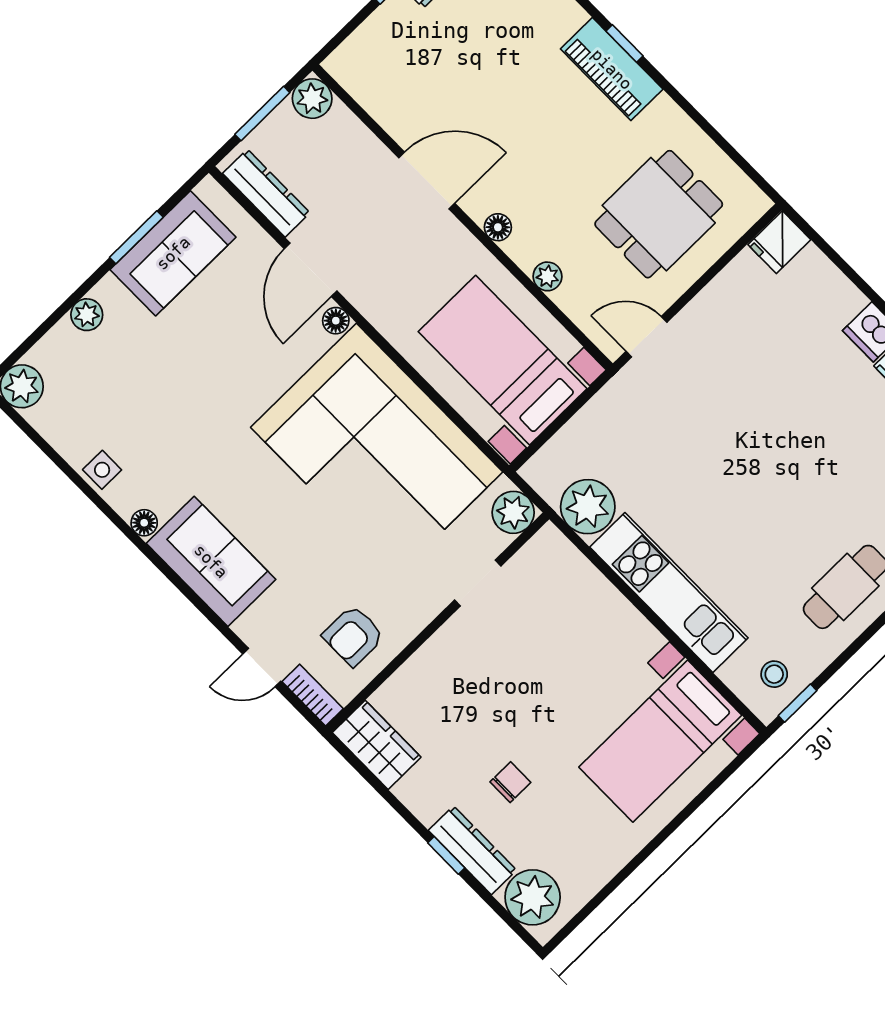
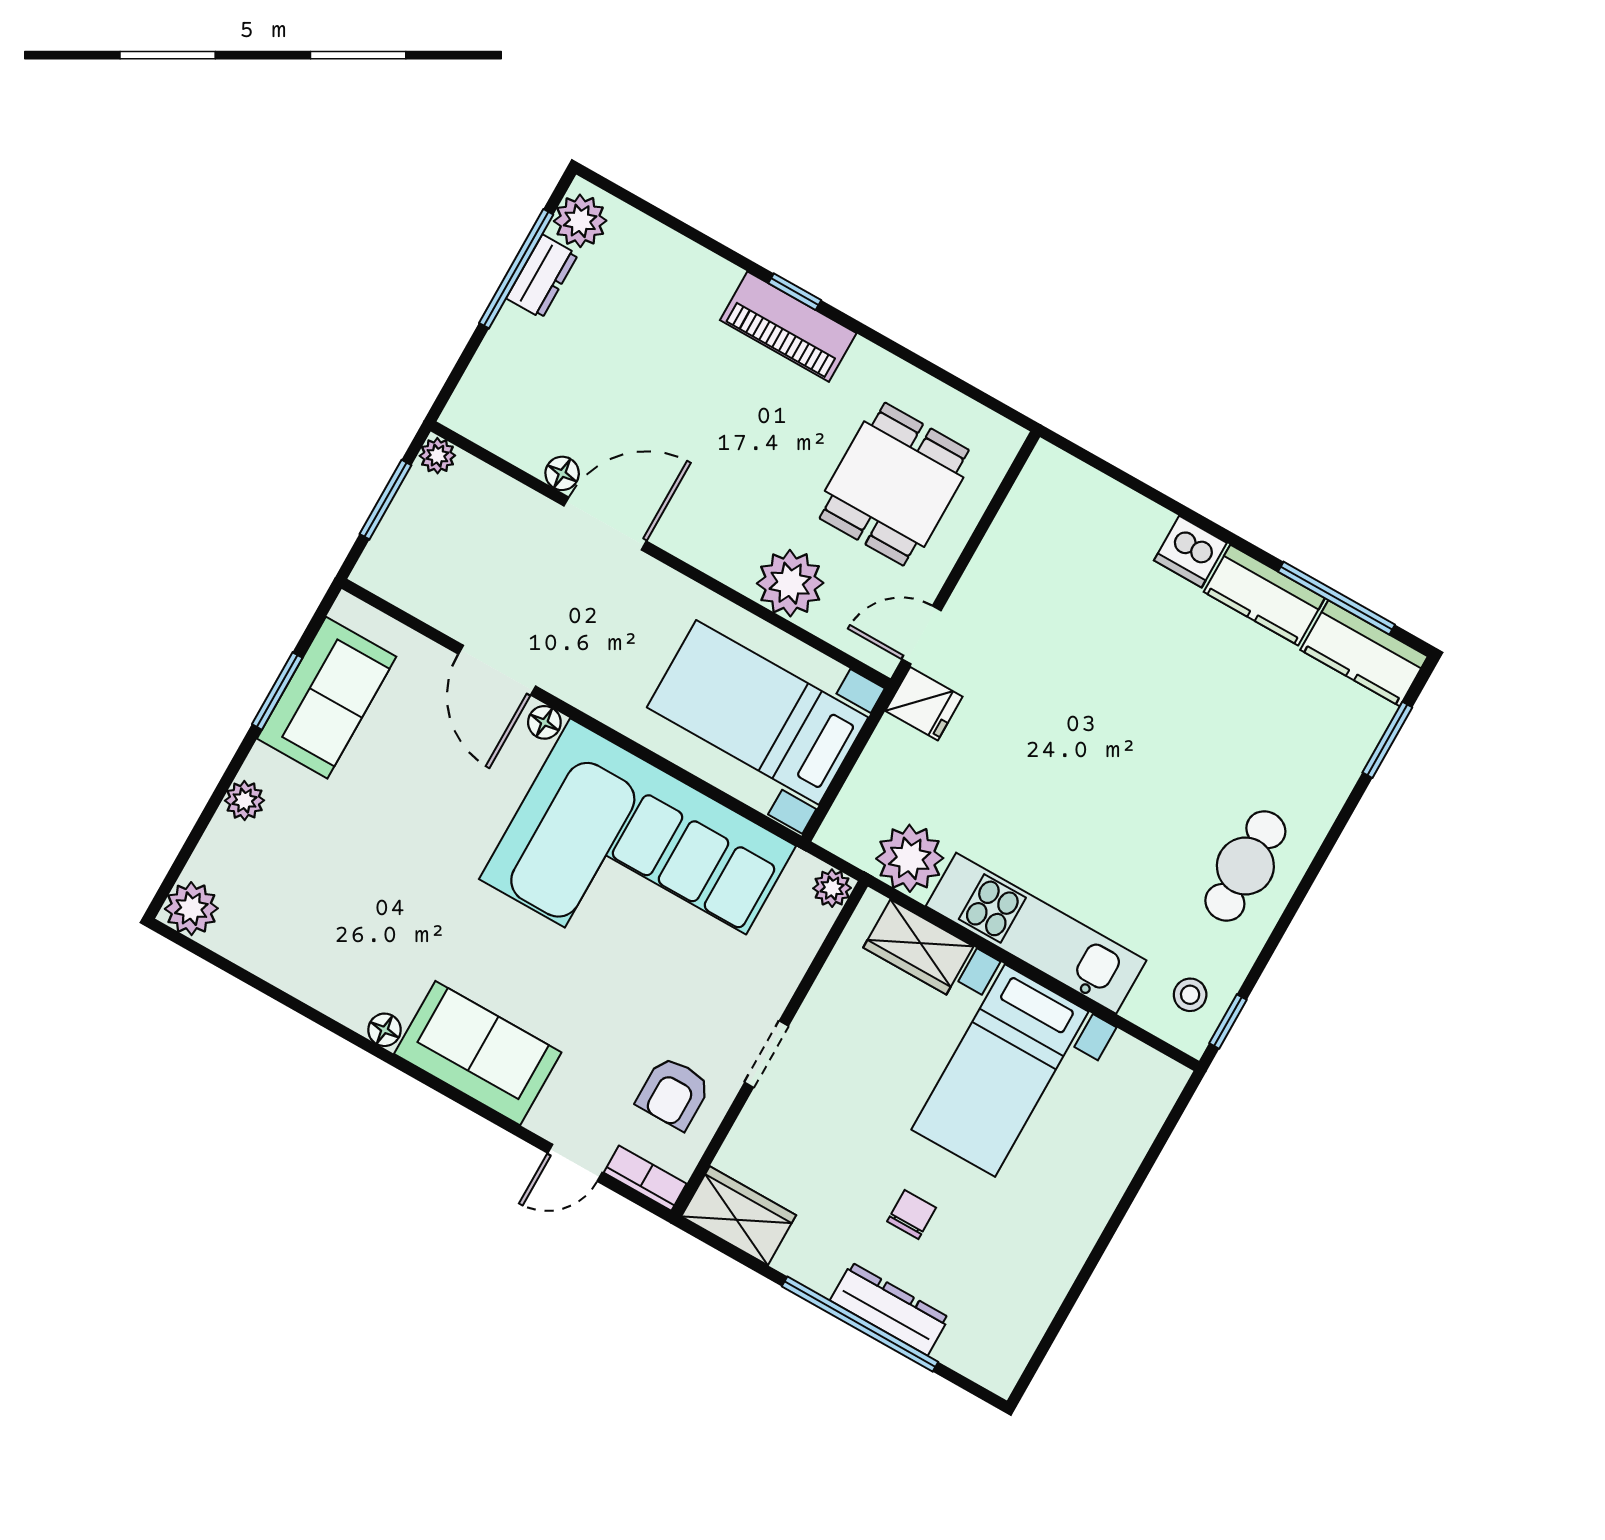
plant: (312, 99) -> (437, 456), width x0.73, depth x0.73
dresser: (266, 193) -> (418, 594), removed
floor lamp: (498, 227) -> (562, 473), moved
fridge: (779, 242) -> (924, 704), moved, turned -90
plant: (547, 276) -> (790, 583), width x1.88, depth x1.88
side table: (102, 470) -> (316, 981), removed
plant: (513, 512) -> (832, 888), width x0.73, depth x0.73
wardrobe: (575, 577) -> (918, 947), added
doorway: (478, 583) -> (766, 1054), moved
bed with nightstands: (660, 741) -> (1000, 1071), moved
window: (446, 855) -> (860, 1324), width x3.17
plant: (533, 897) -> (978, 1345), removed

